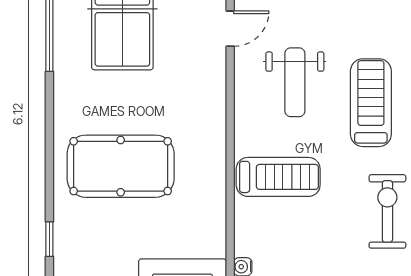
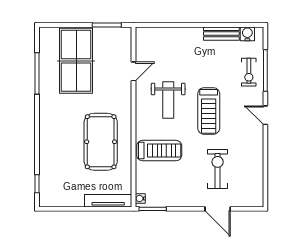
treadmill: (371, 103) -> (209, 111), turned 180
pool table: (121, 166) -> (101, 142), moved, turned 90

